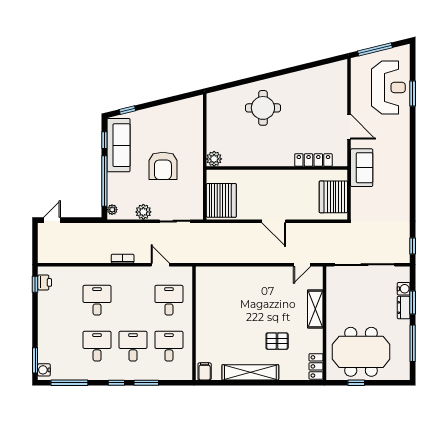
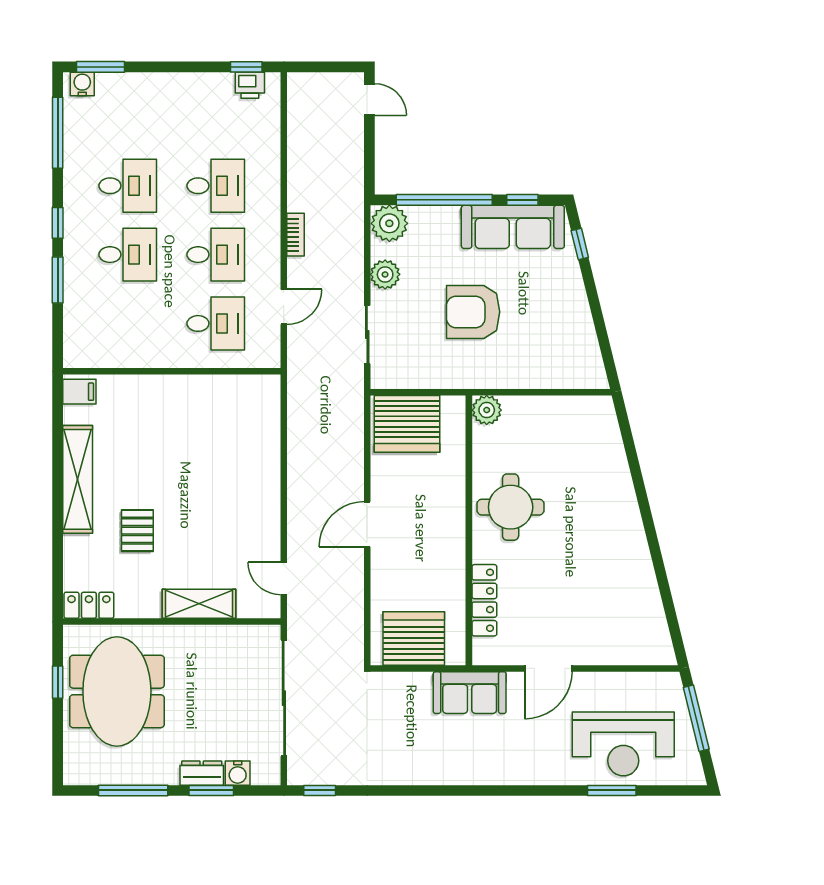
round table: (263, 108) -> (511, 507), moved
plant: (112, 210) -> (389, 223), width x1.88, depth x1.88
desk: (169, 346) -> (216, 255), moved

